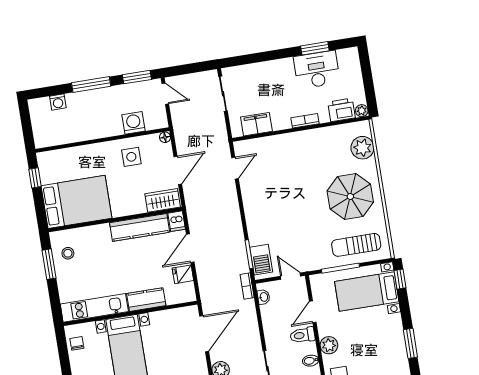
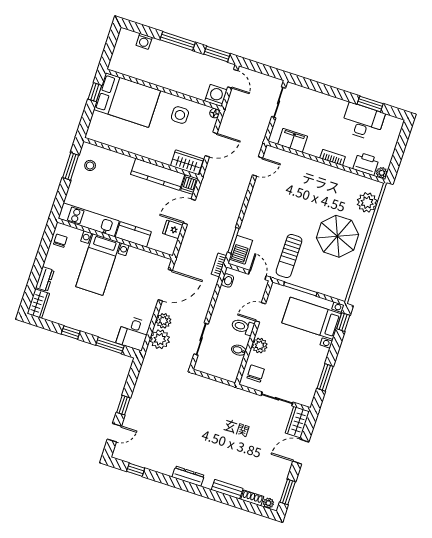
washing machine: (134, 123) -> (216, 96), moved
bed: (76, 202) -> (127, 100), moved
sun lounger: (356, 245) -> (289, 256), moved, turned -90

